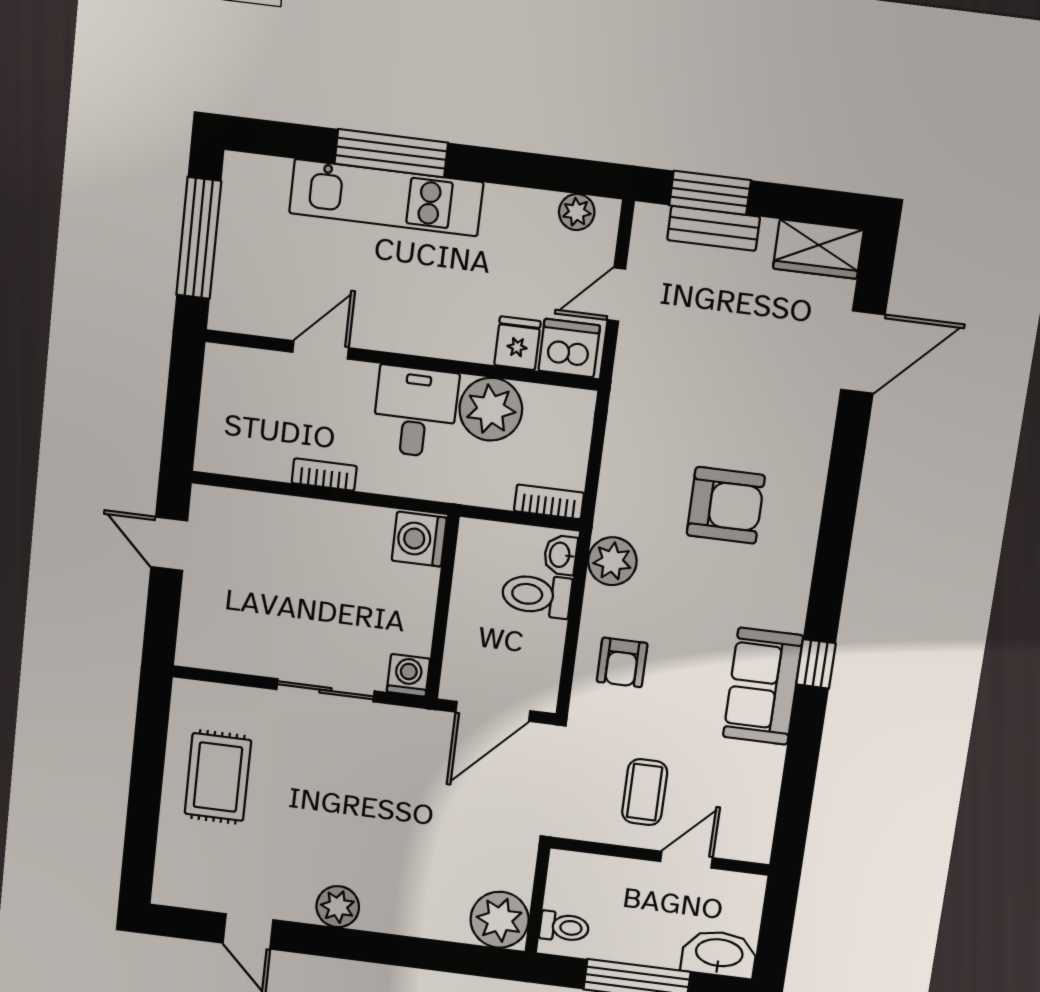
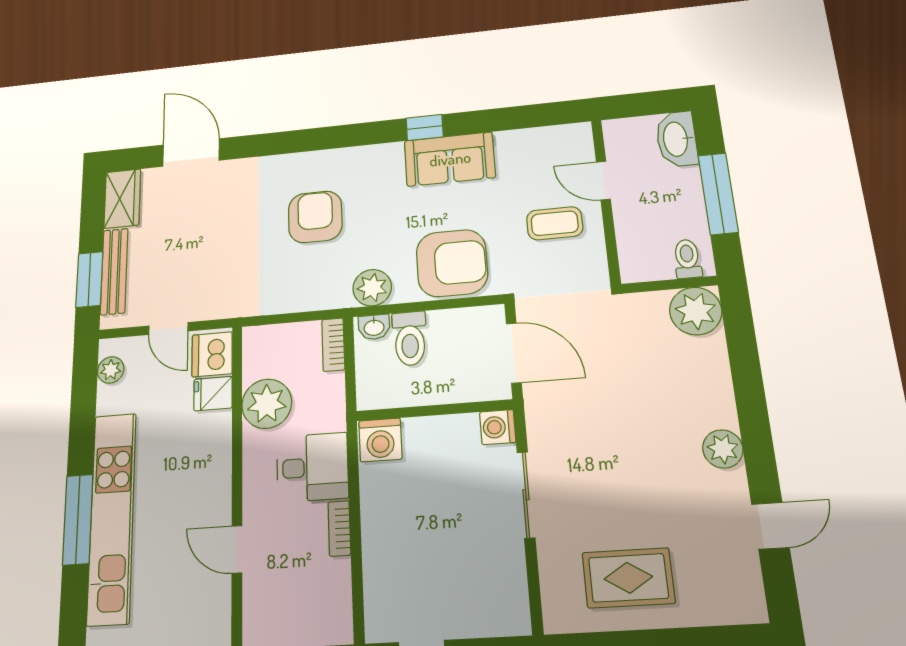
kitchen unit: (386, 198) -> (112, 517), width x1.36
bench: (714, 228) -> (114, 271), width x1.36
desk: (415, 412) -> (312, 467), moved, turned 180
armchair: (622, 662) -> (452, 263), width x1.88, depth x1.88

